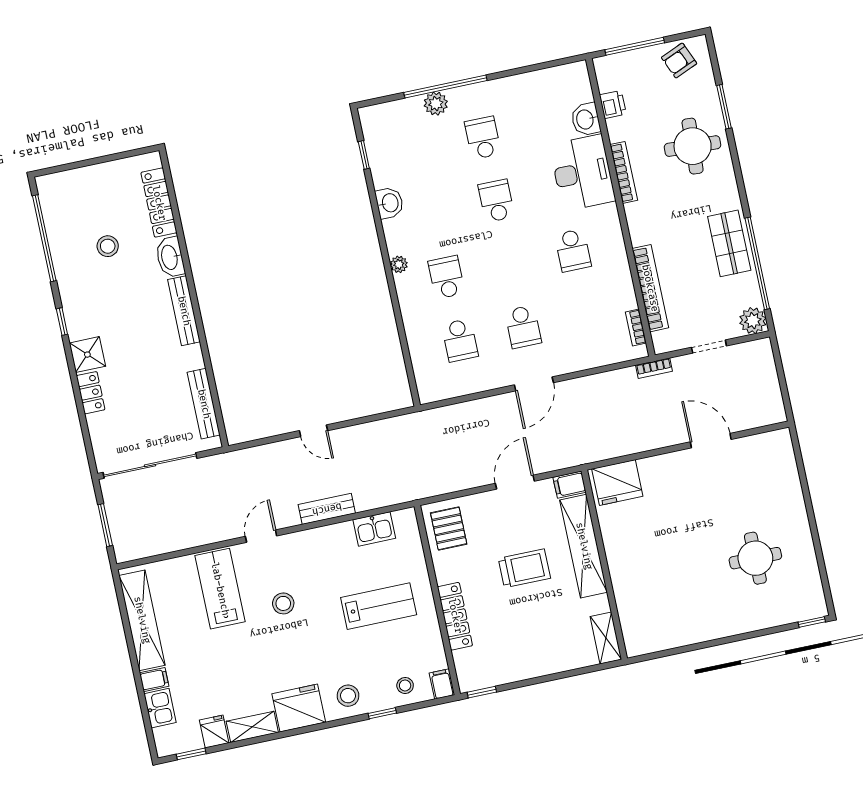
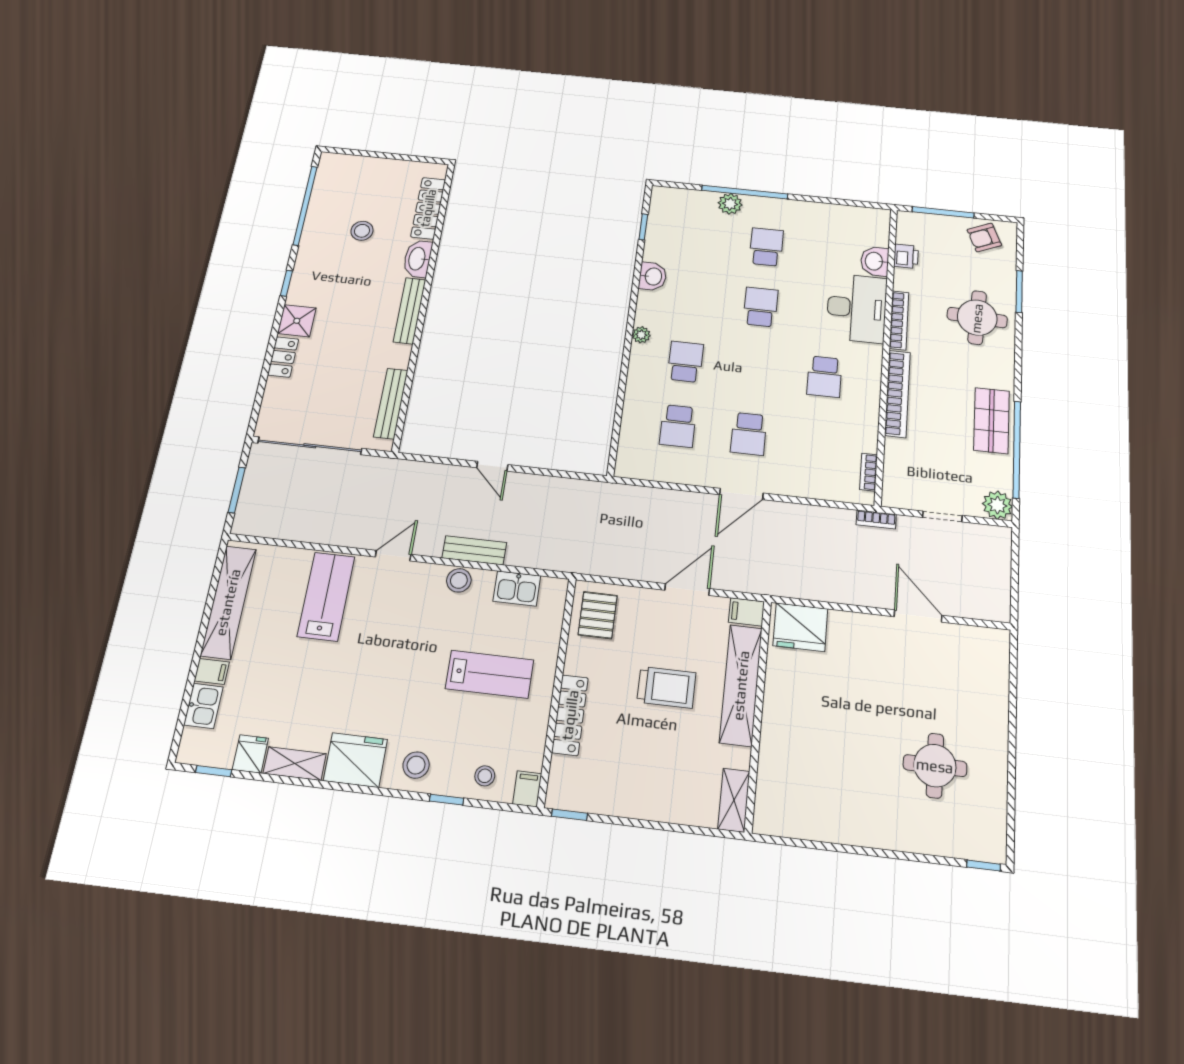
bookcase: (650, 288) -> (897, 394), moved
stool: (283, 603) -> (459, 580), moved

